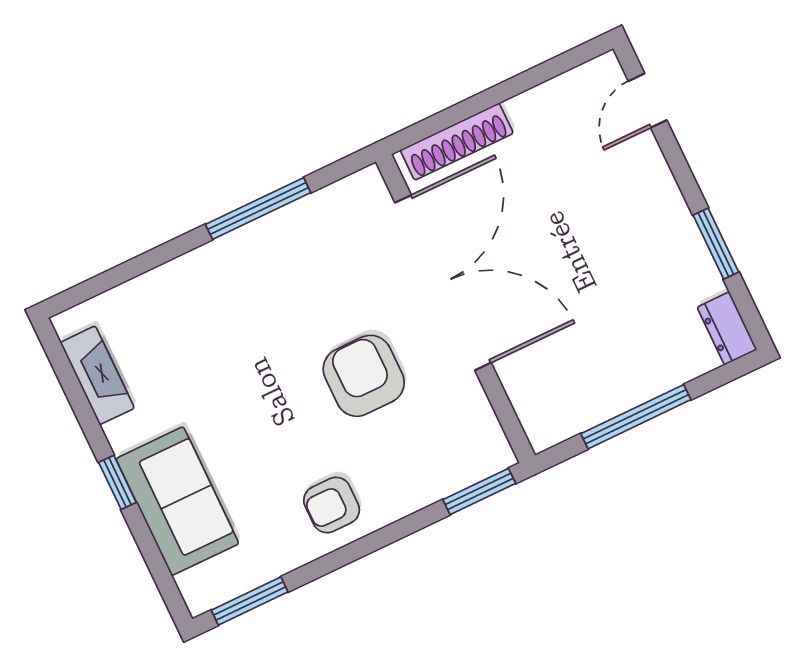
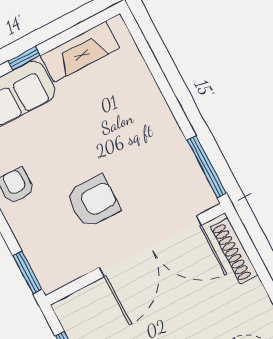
window: (258, 208) -> (207, 167), moved
fireplace: (97, 375) -> (80, 52), width x1.37, depth x1.32

